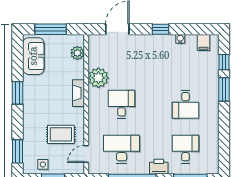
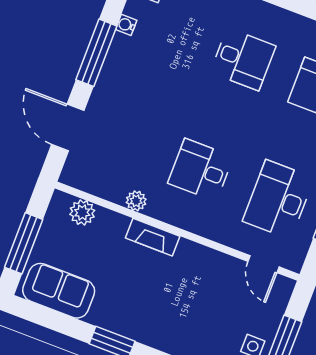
window: (160, 29) -> (96, 53), width x2.17
plant: (98, 78) -> (136, 201), width x0.53, depth x0.53
rug: (61, 134) -> (213, 295), removed

